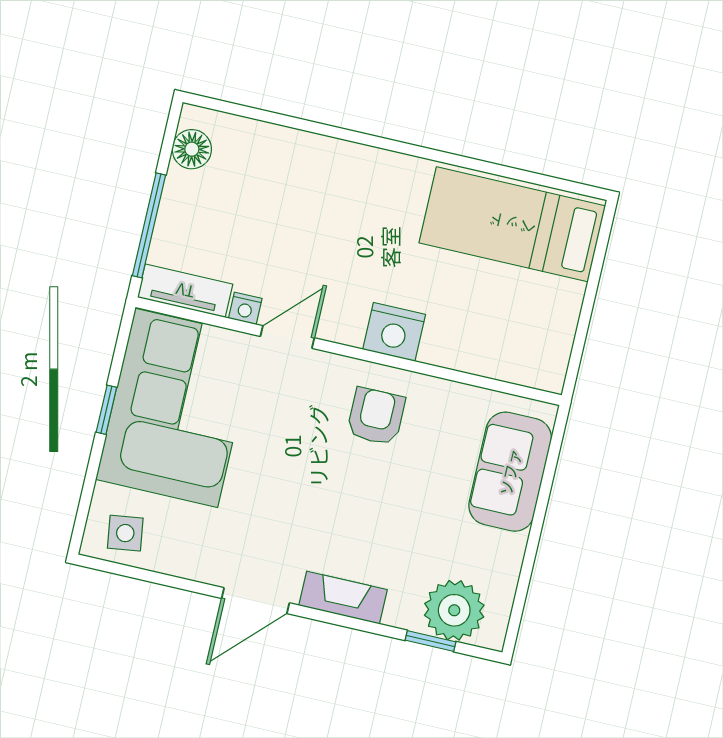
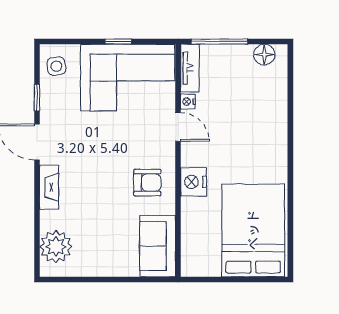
bed: (512, 224) -> (253, 230), width x1.50
sofa: (510, 472) -> (158, 246), moved, turned -90
window: (430, 641) -> (37, 98), moved

